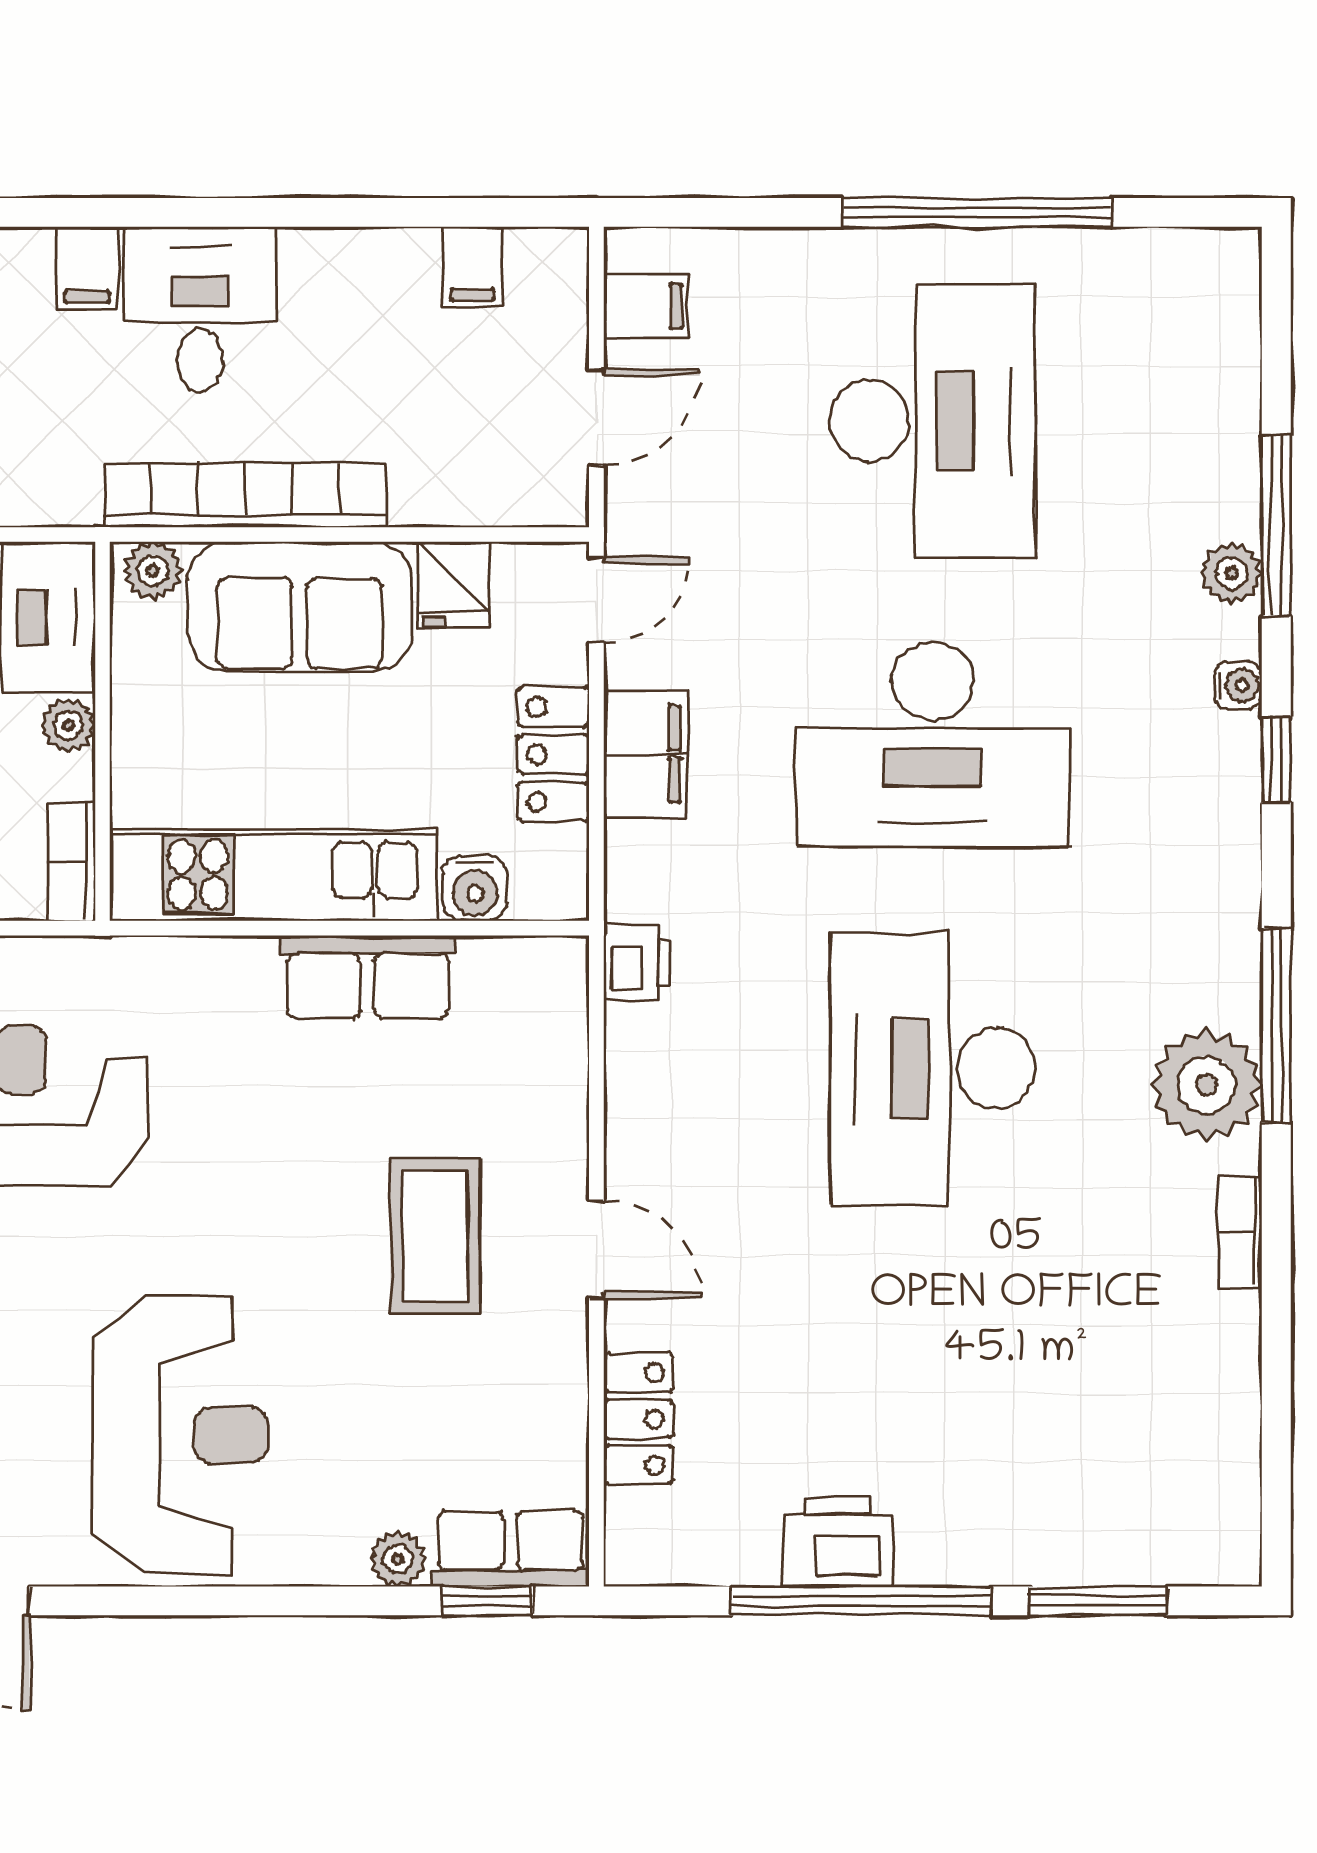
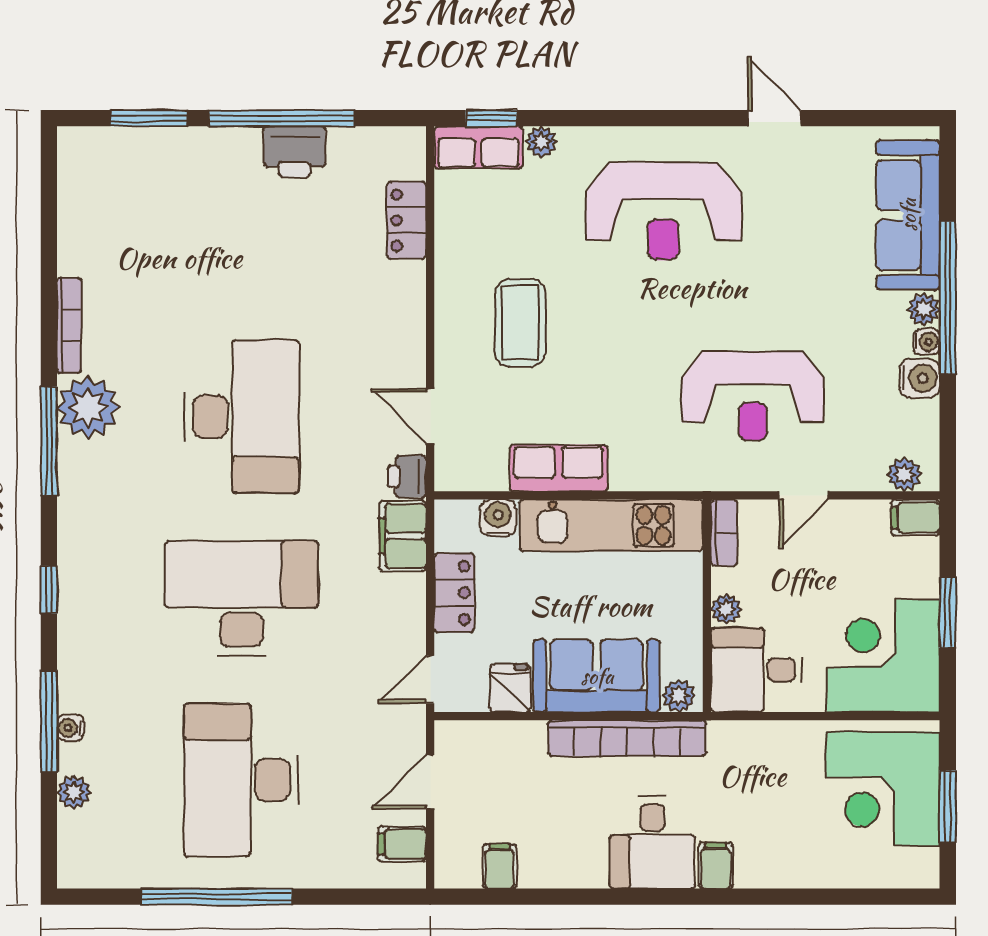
plant: (1232, 573) -> (74, 792), moved
water cooler: (1238, 685) -> (70, 728), moved
filing cabinet: (645, 754) -> (403, 536), moved
bookcase: (1240, 1231) -> (69, 325), width x1.56
door: (596, 1250) -> (430, 416), moved
reception desk: (180, 1435) -> (663, 211), turned -90

